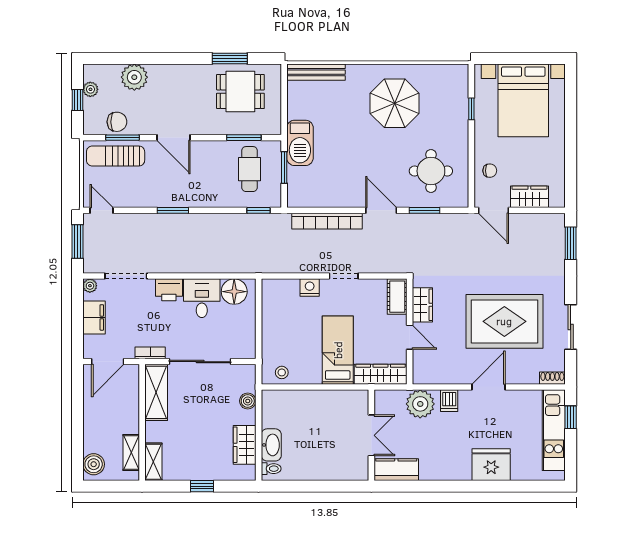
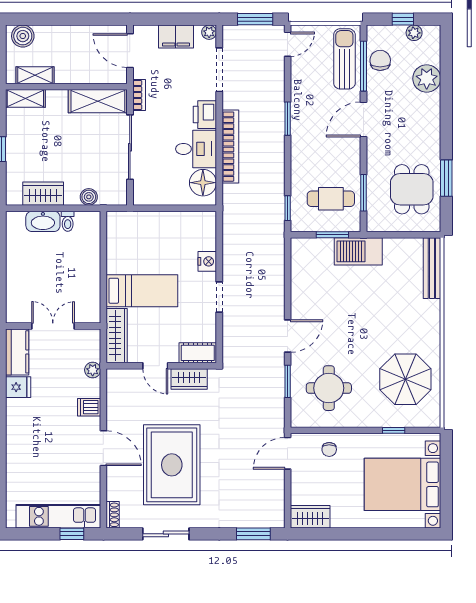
parasol: (395, 103) -> (405, 379), moved
chair: (117, 122) -> (380, 60), turned 180
window: (122, 138) -> (364, 66), width x1.44
wardrobe: (529, 197) -> (310, 517), moved, turned -90
bookcase: (327, 221) -> (230, 147), moved, turned 180
door: (410, 337) -> (155, 366), hinge flipped
stool: (282, 372) -> (119, 232), removed
plant: (420, 404) -> (93, 370), width x0.53, depth x0.53
double door: (371, 435) -> (53, 326), swing flipped
fridge: (491, 465) -> (18, 387), moved, width x0.53, depth x0.75
toilet: (271, 469) -> (68, 221), moved

